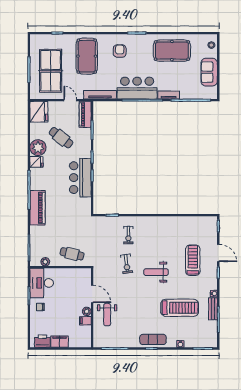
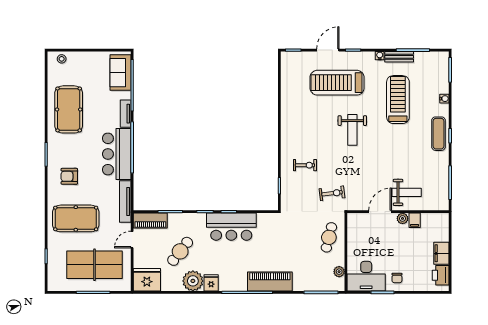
sofa: (209, 72) -> (121, 73), moved, turned 90
treadmill: (193, 260) -> (337, 83), width x1.37, depth x1.38
exercise bike: (127, 264) -> (332, 193), moved

